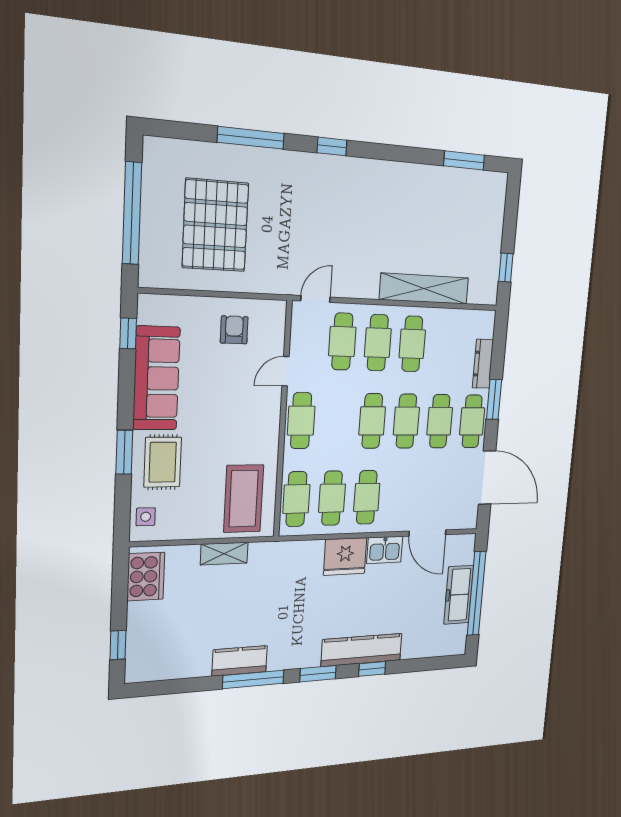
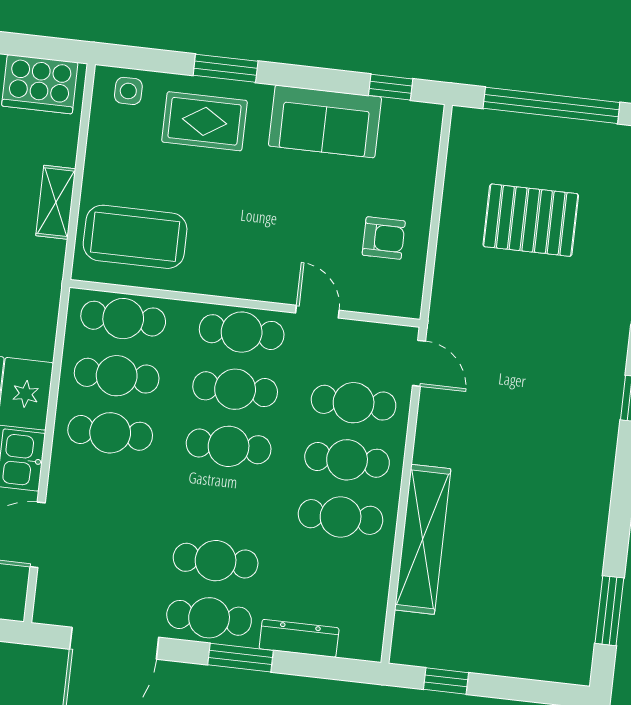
pallet: (215, 225) -> (531, 220), width x0.73, depth x0.71
sofa: (156, 378) -> (325, 121), width x0.73
cafe table: (406, 421) -> (235, 389), moved

